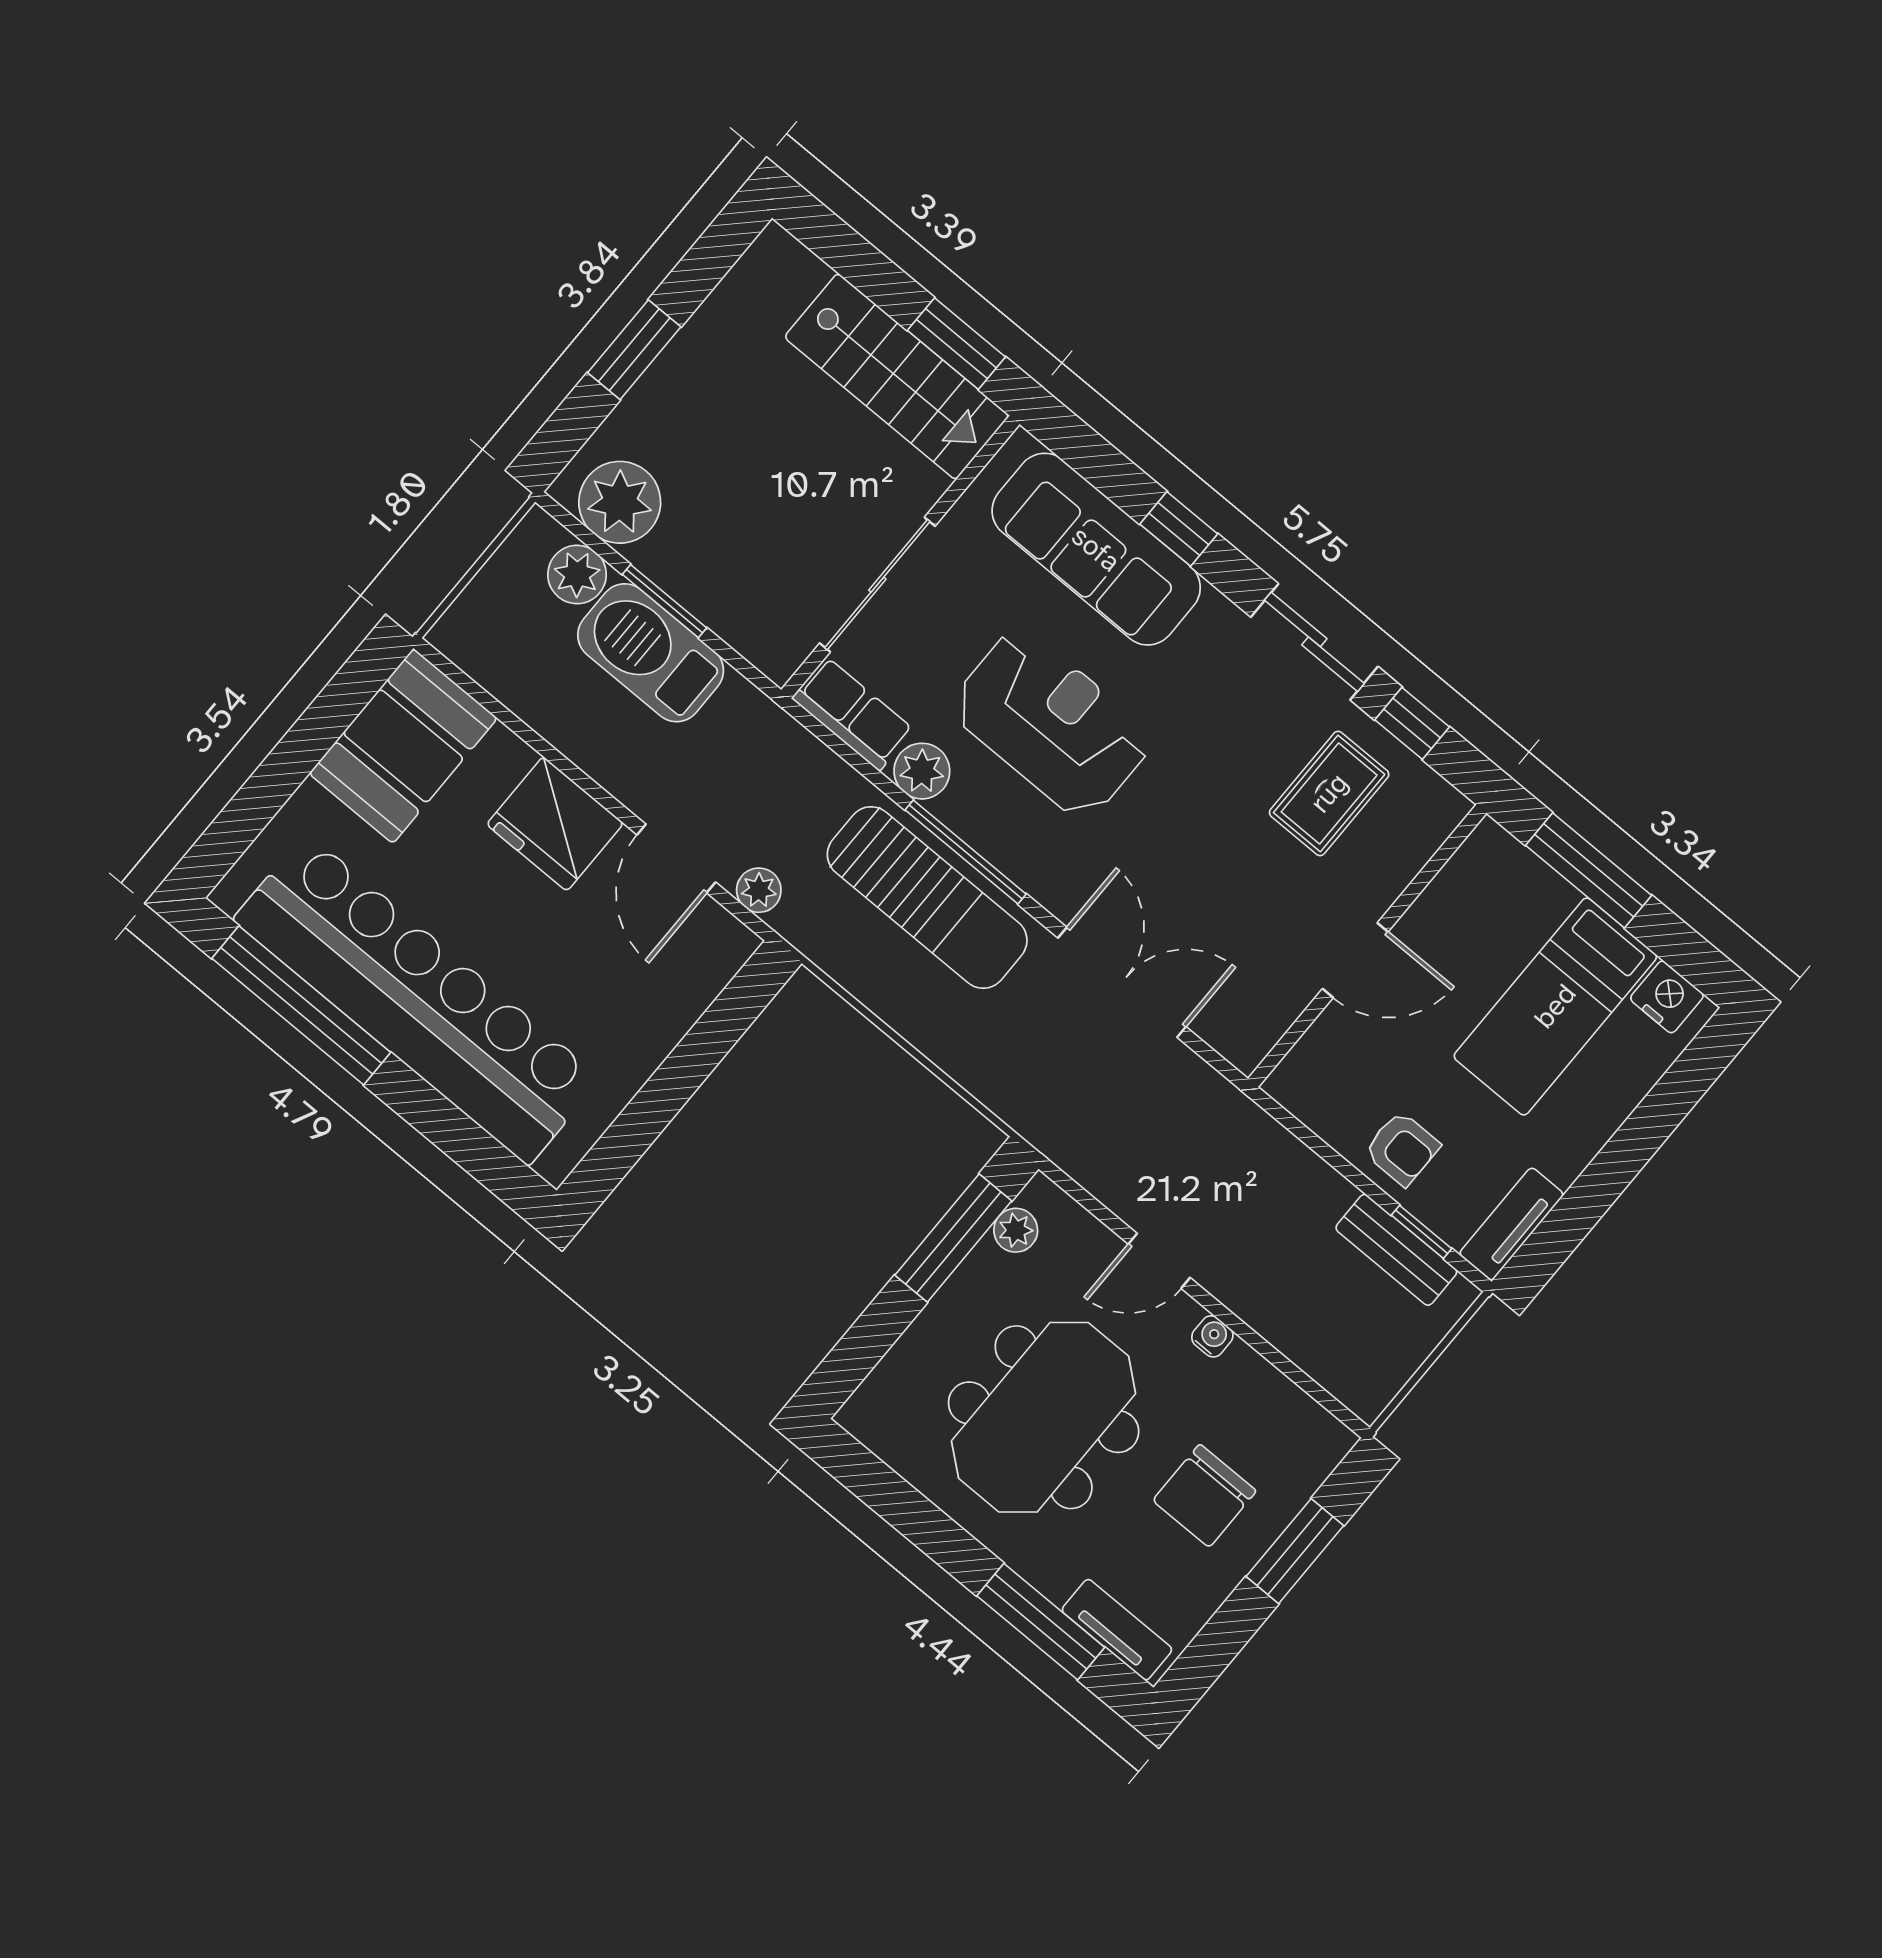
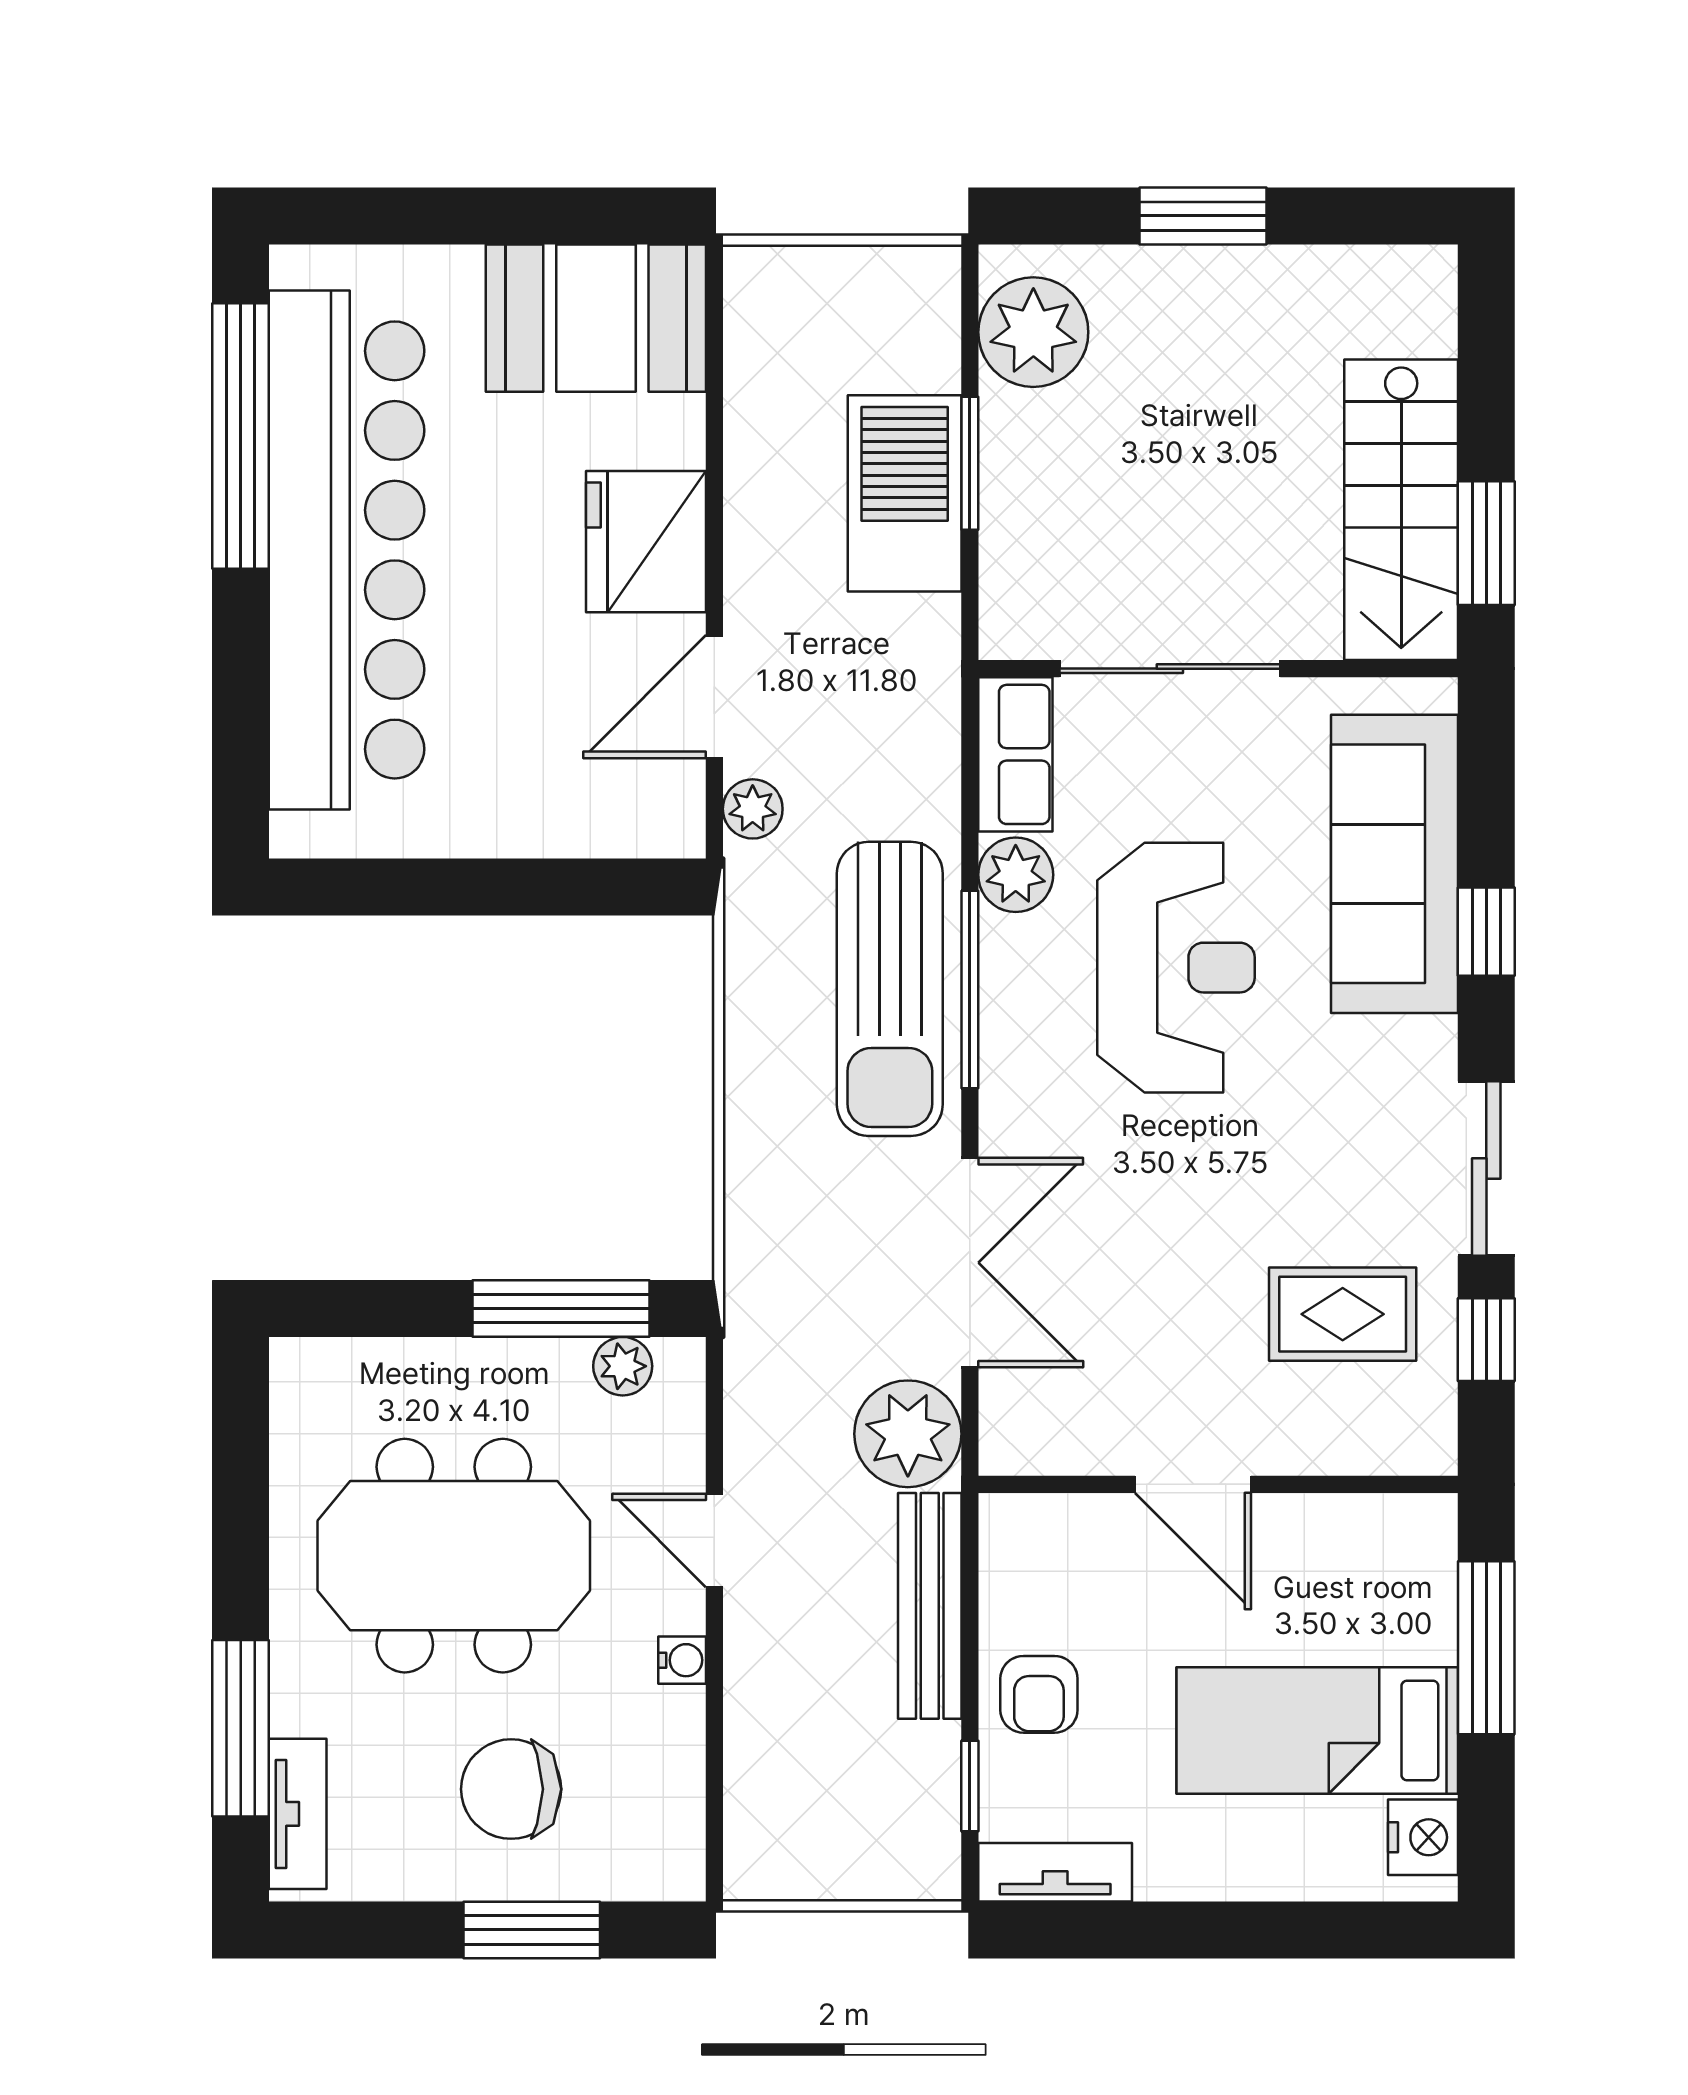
plant: (577, 575) -> (908, 1434), moved, width x1.36, depth x1.36
bench: (1396, 1250) -> (930, 1606), moved, width x1.36

